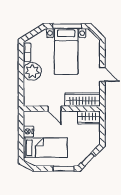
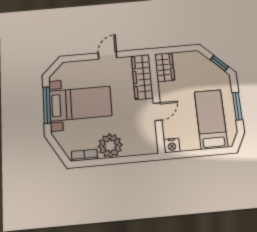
nightstand: (28, 131) -> (172, 145), moved
window: (64, 168) -> (237, 106), moved

